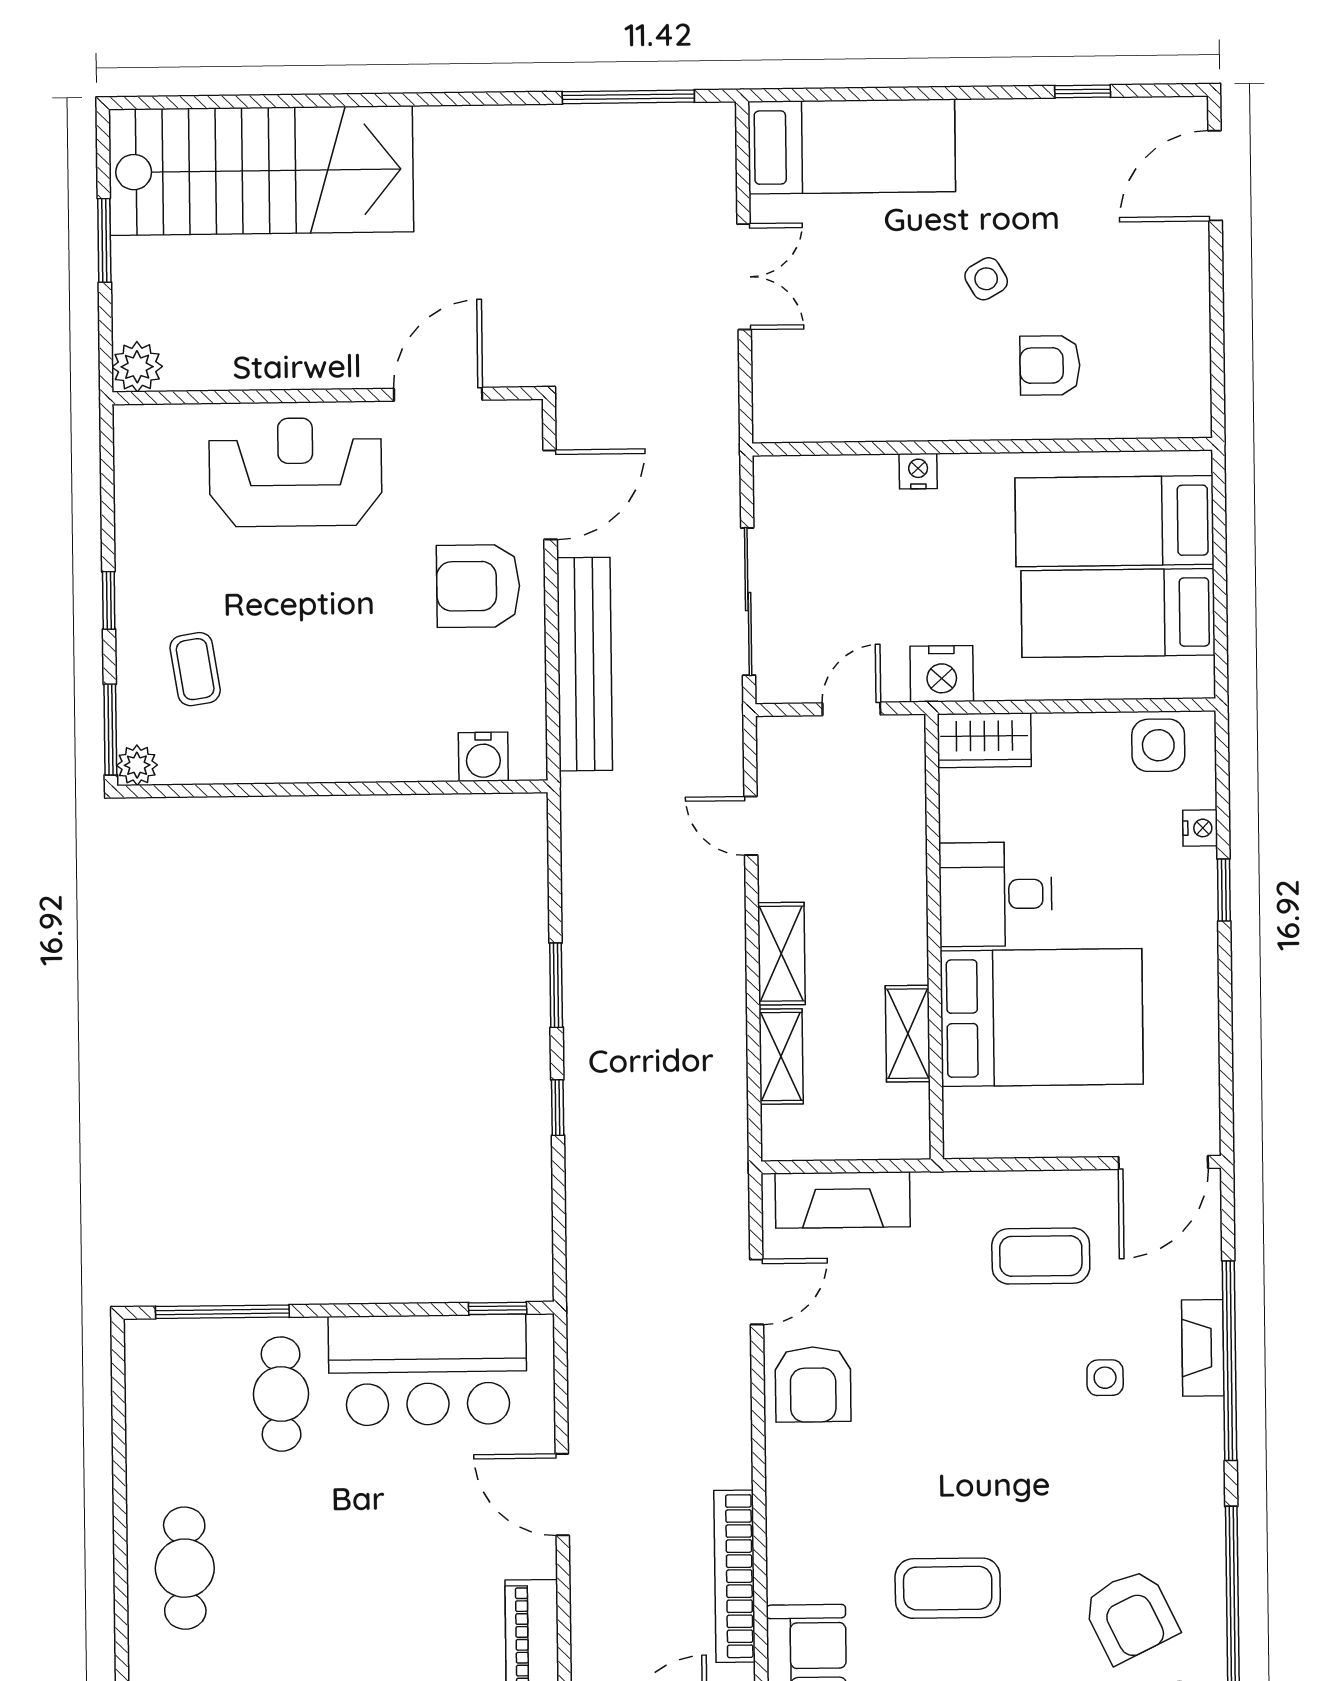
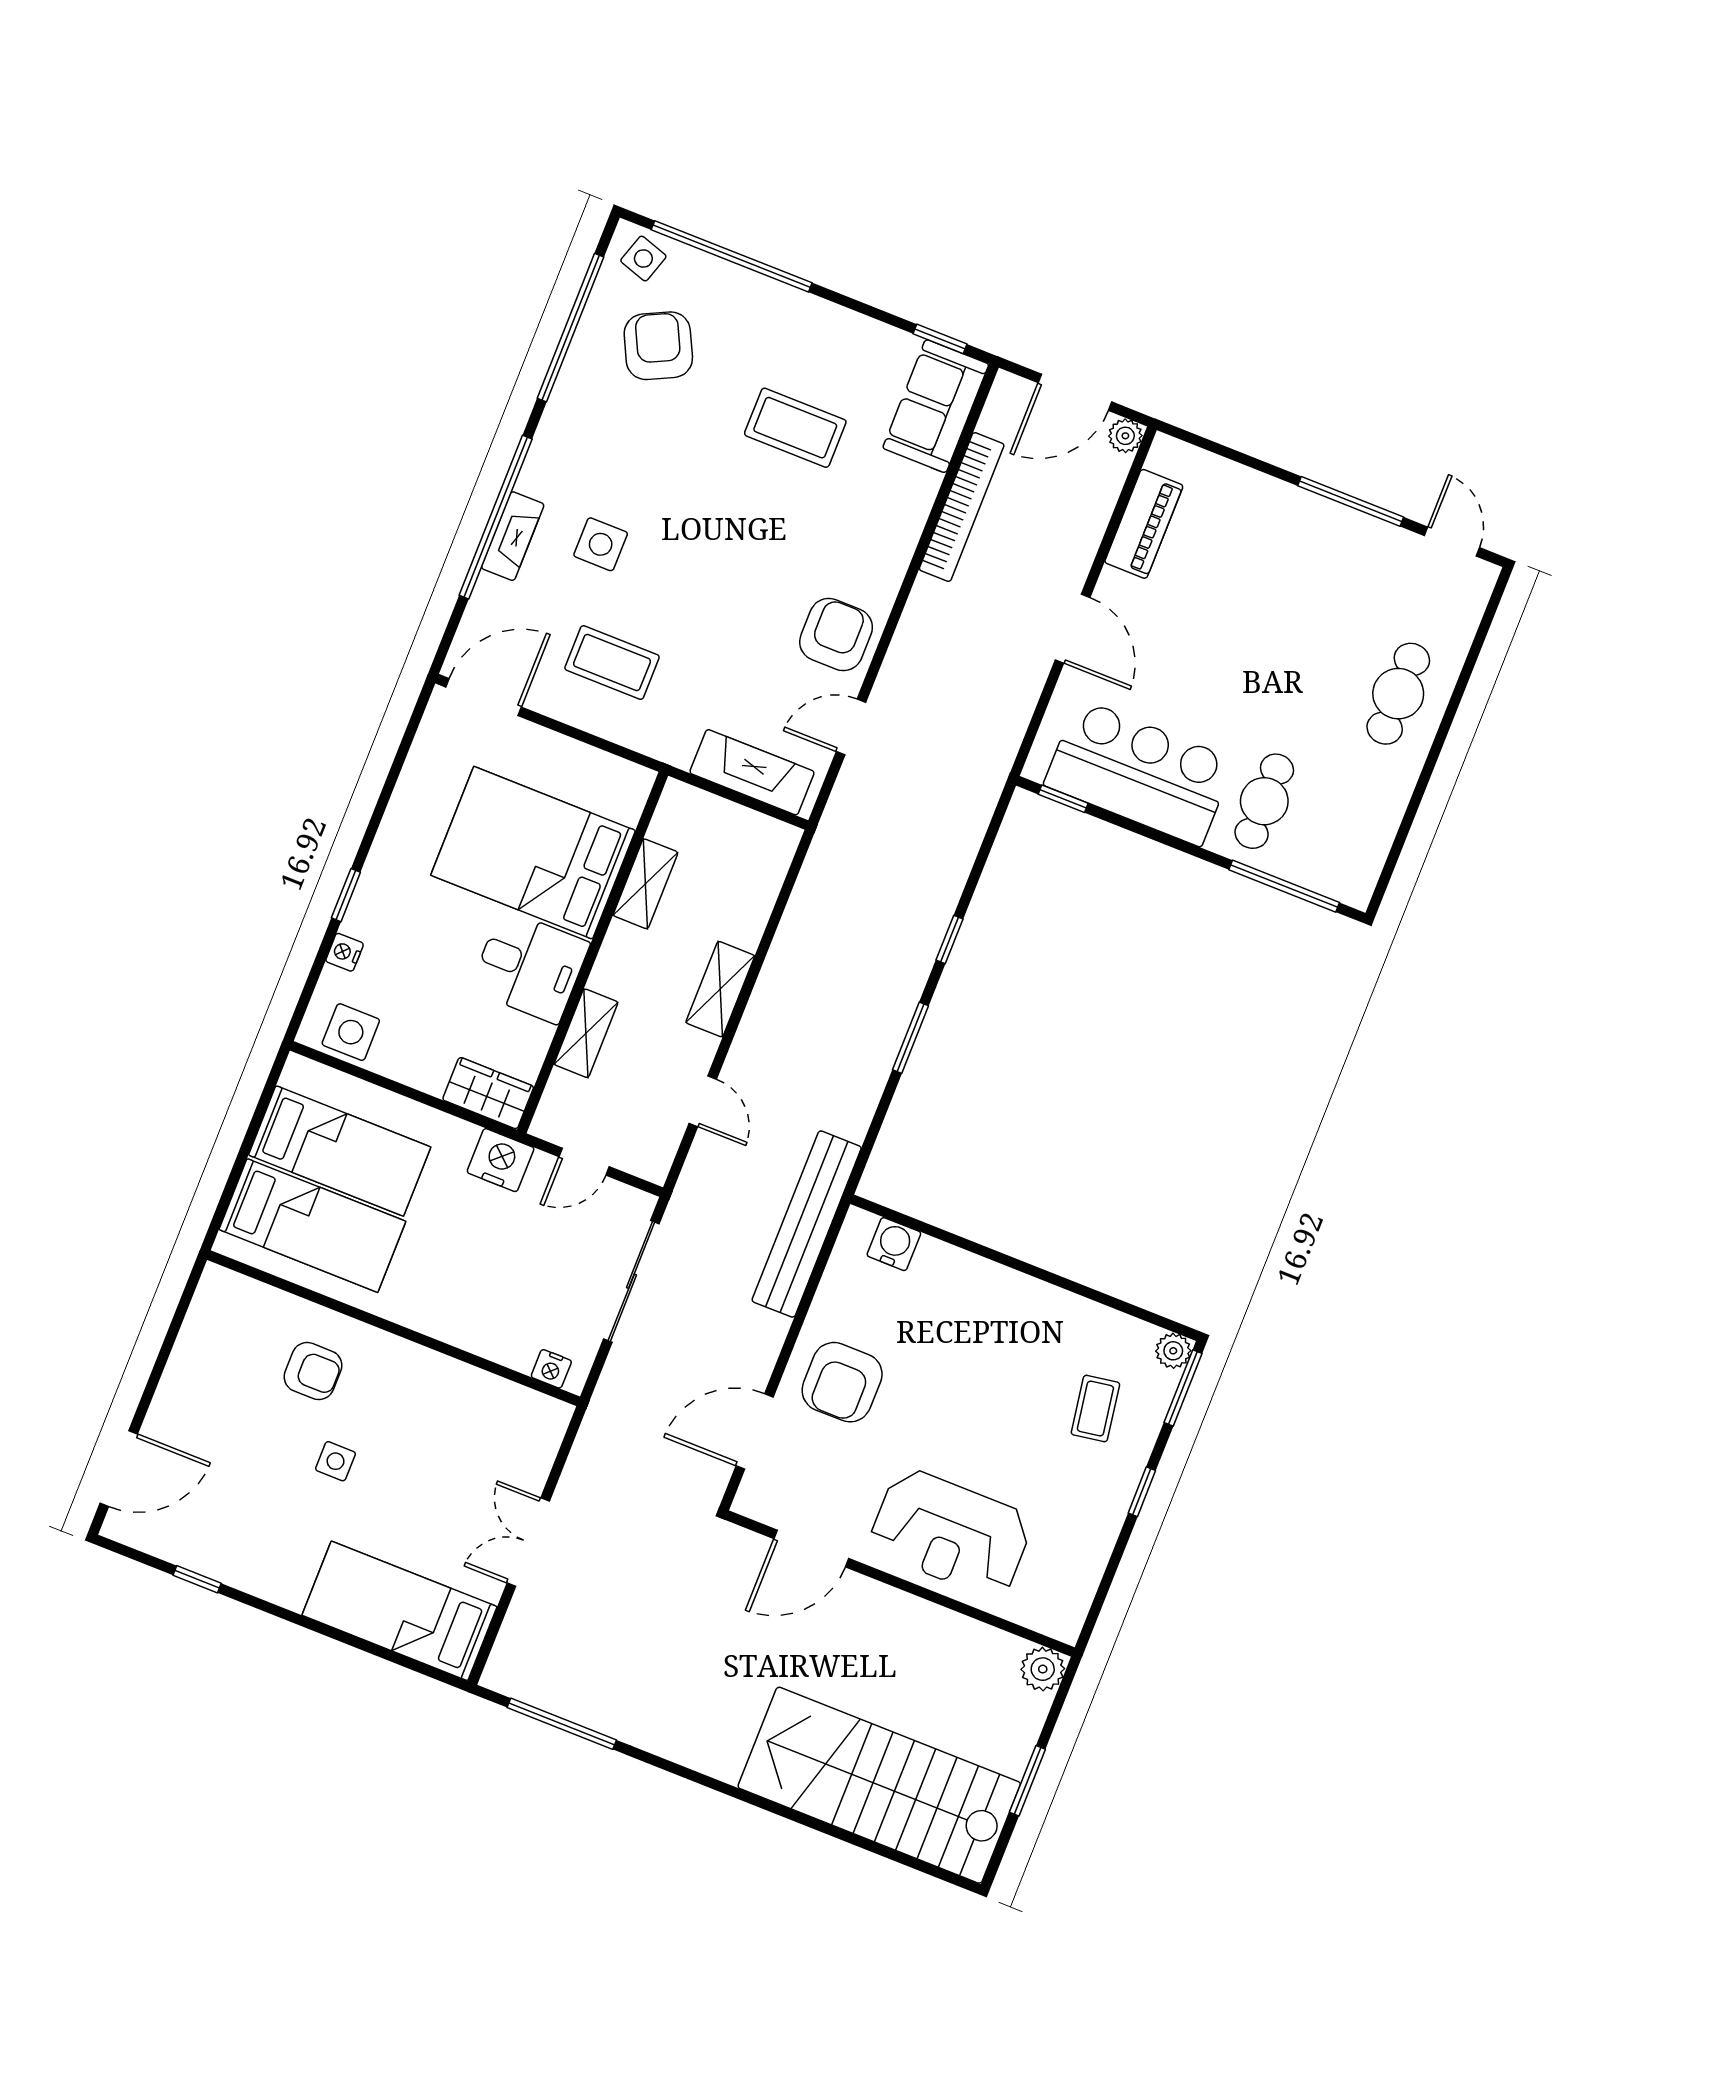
side table: (986, 279) -> (336, 1461), turned 30
nightstand: (918, 471) -> (551, 1369), moved
armchair: (478, 586) -> (842, 1382), turned 90
bench: (585, 664) -> (807, 1224), moved
shelving: (781, 1057) -> (586, 1033), moved
side table: (1105, 1378) -> (601, 544), width x1.37, depth x1.37

